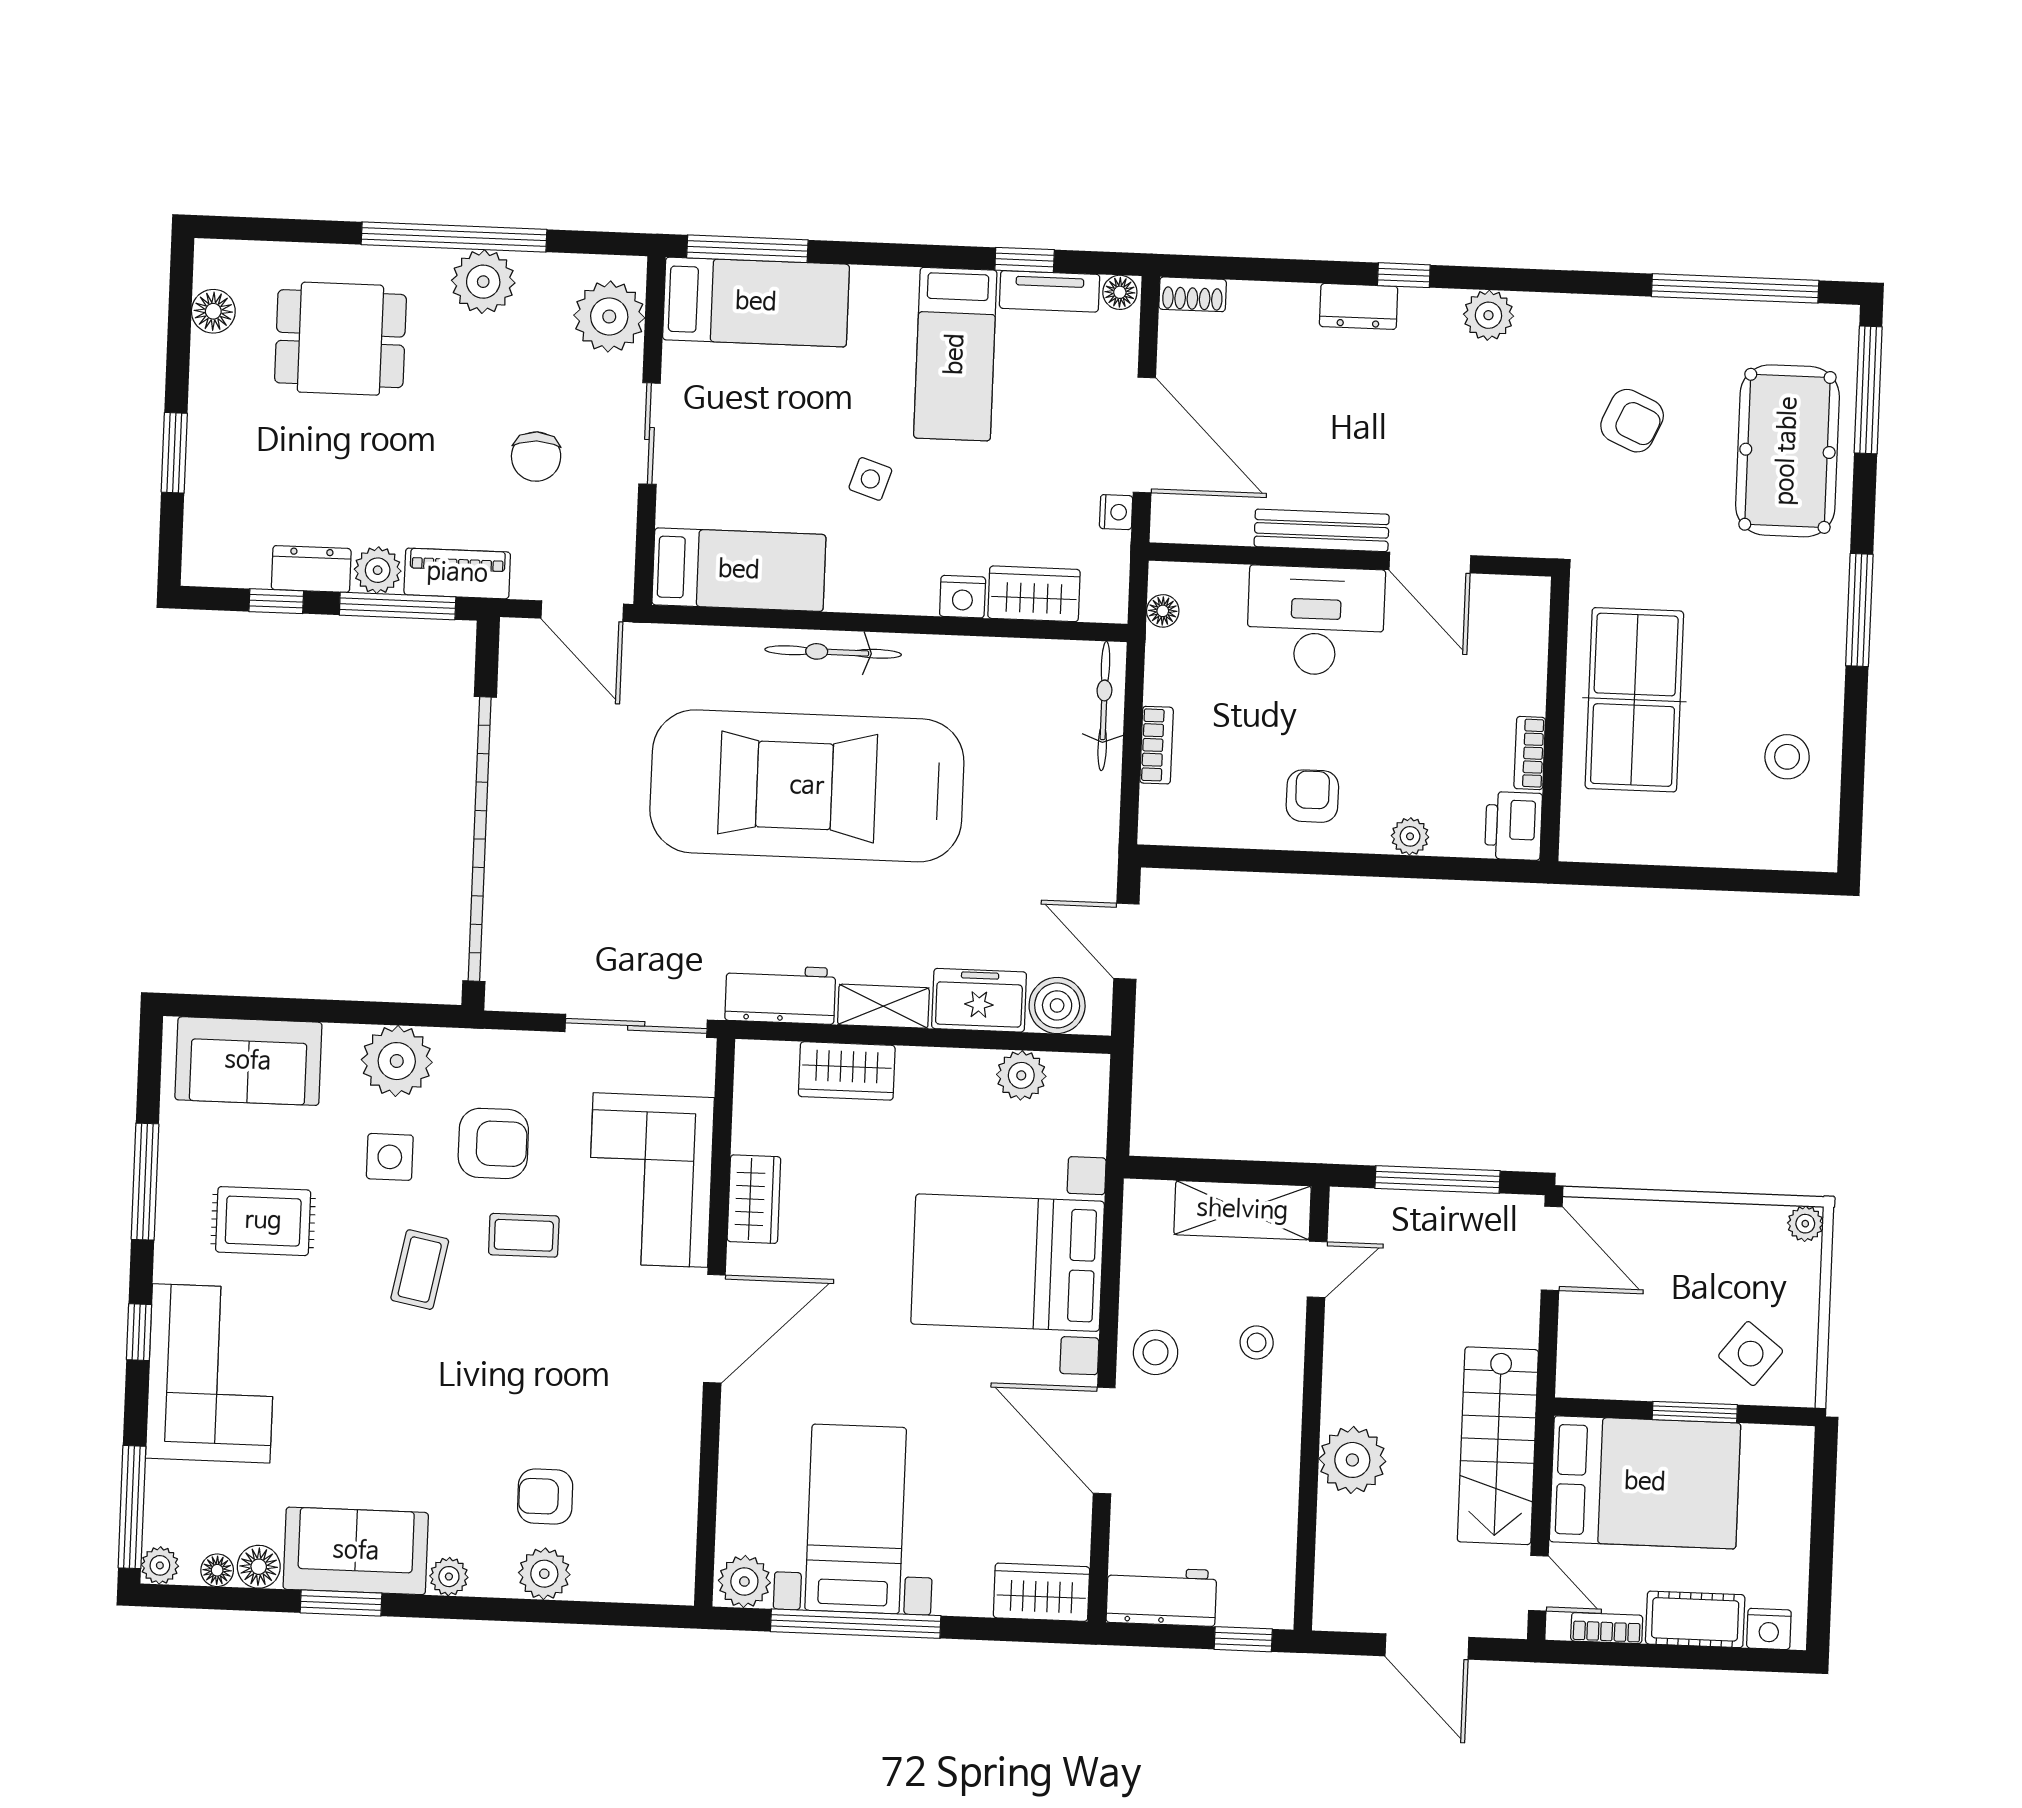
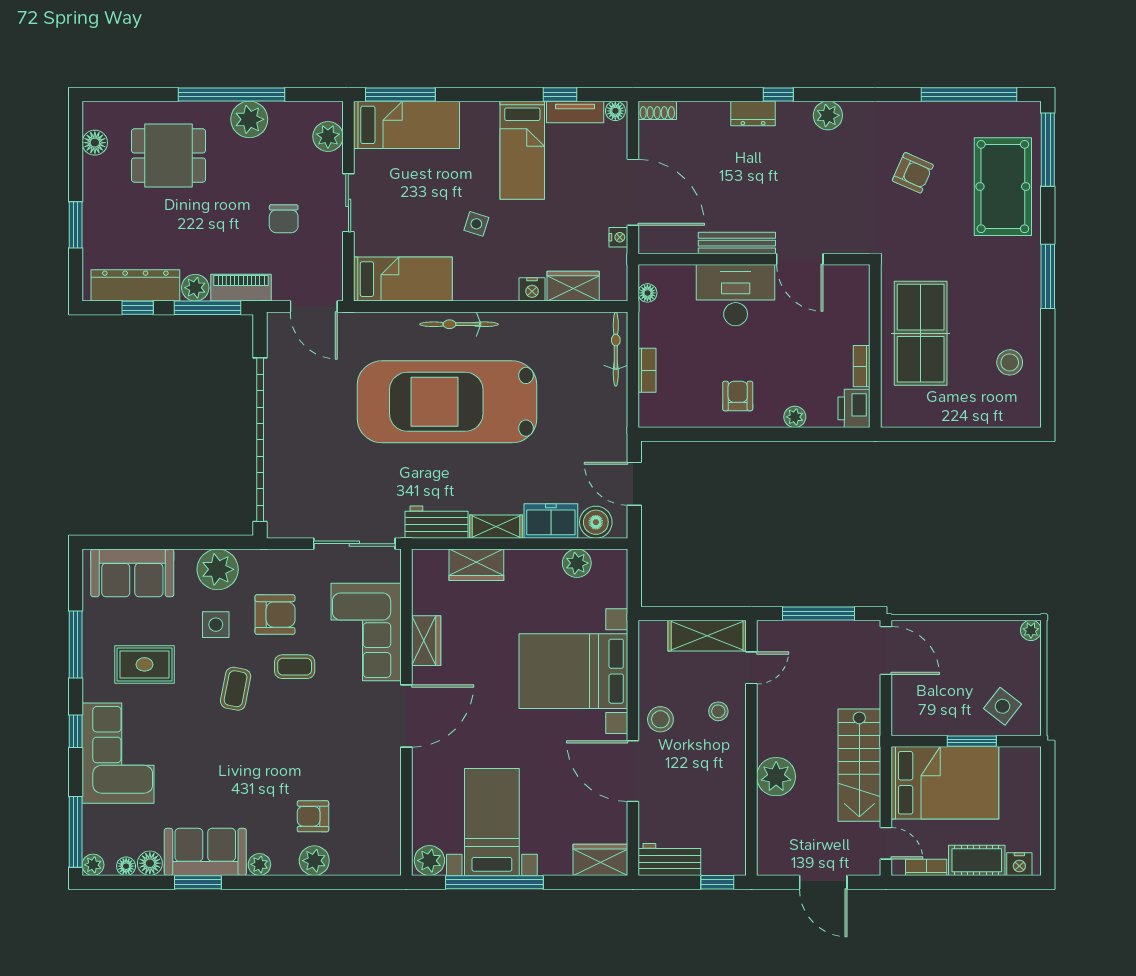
plant: (609, 317) -> (328, 137), width x0.73, depth x0.73
dresser: (311, 569) -> (135, 285), width x1.96, depth x1.24

